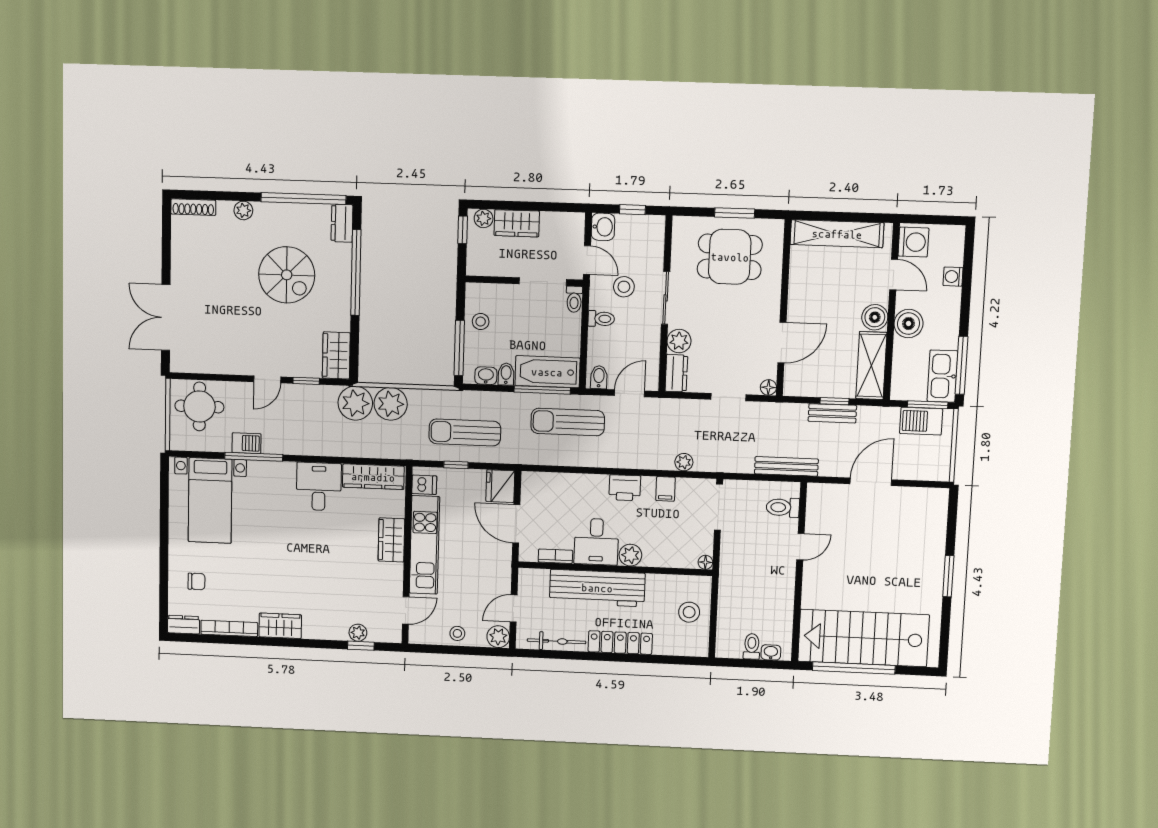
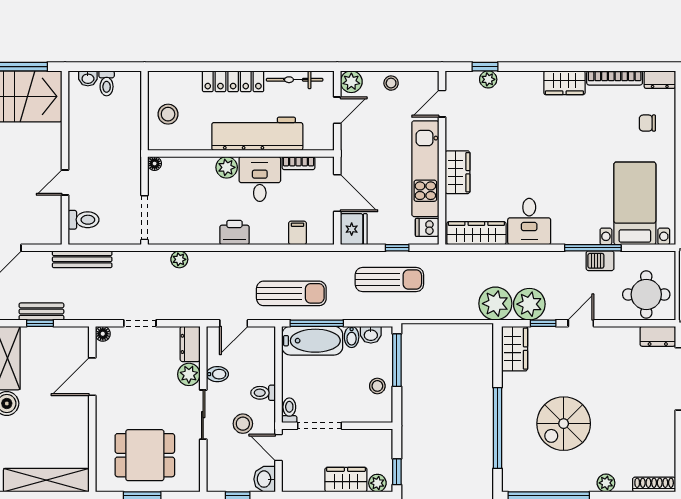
dresser: (342, 223) -> (658, 336), moved, turned 90
spiral stairs: (287, 275) -> (564, 424), turned -90
bidet: (599, 377) -> (217, 374), moved, turned -90
plant: (391, 404) -> (529, 304), moved
filing cabinet: (666, 489) -> (298, 233), moved

